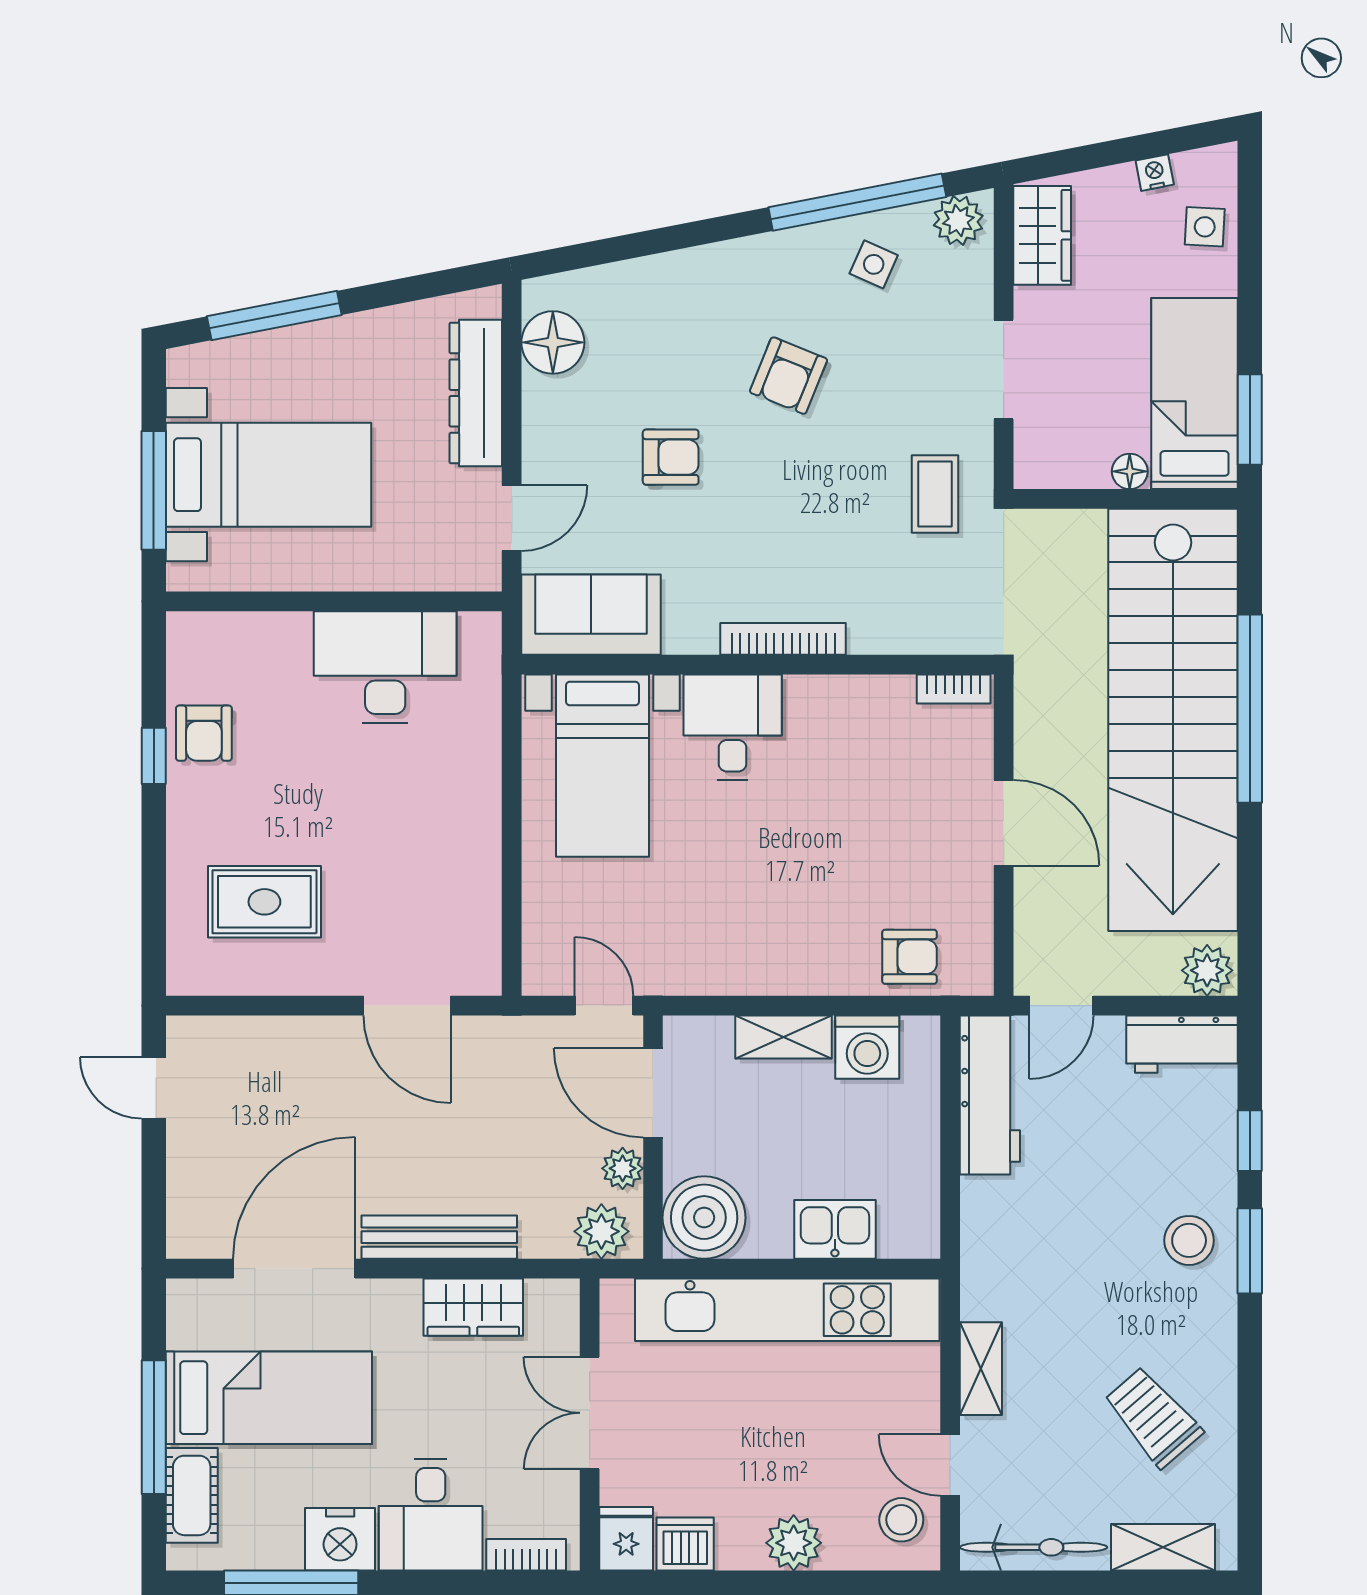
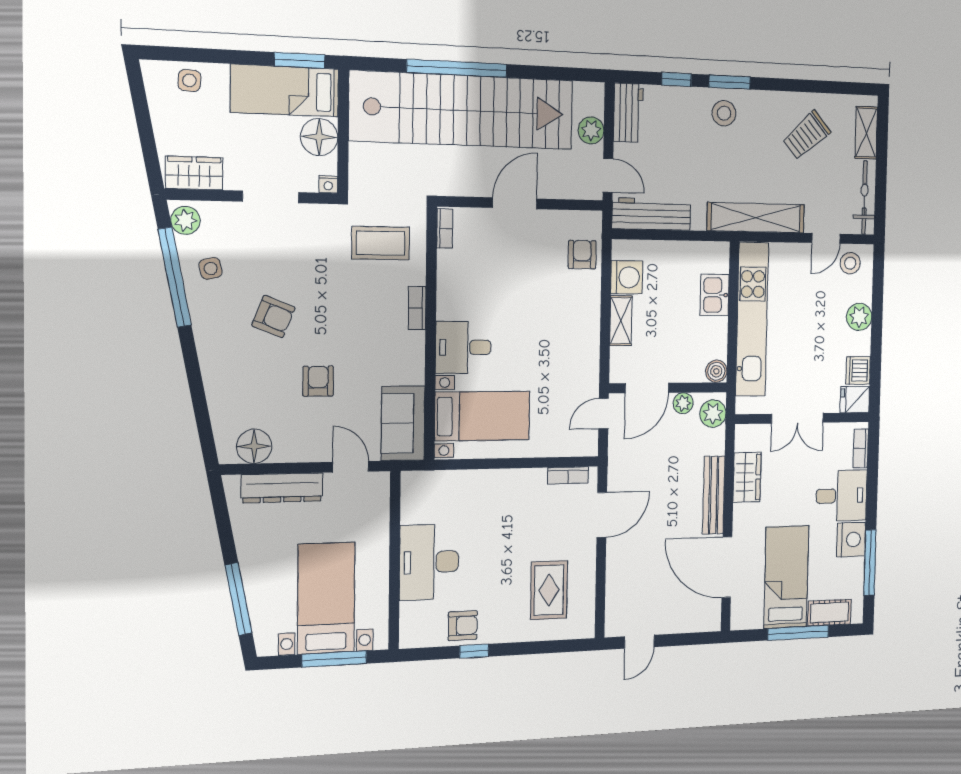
nightstand: (1155, 173) -> (328, 184), moved, turned -79
side table: (874, 264) -> (211, 268), turned -37
floor lamp: (1130, 471) -> (319, 137), width x1.89, depth x1.89
coffee table: (935, 494) -> (381, 243), moved, width x1.36, depth x1.30
bookcase: (783, 639) -> (417, 308), width x0.64
desk: (385, 667) -> (429, 562), moved
bookcase: (486, 936) -> (568, 475), added
plant: (1207, 970) -> (591, 130), moved
boiler: (704, 1218) -> (716, 371), width x0.54, depth x0.54
shelving: (981, 1369) -> (756, 218), width x2.20, depth x1.33

